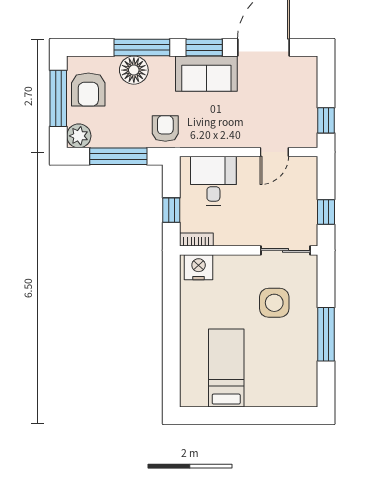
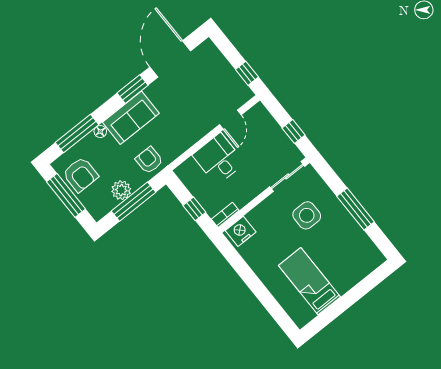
window: (142, 47) -> (77, 134), moved
floor lamp: (134, 70) -> (100, 132), width x0.53, depth x0.53
sofa: (206, 74) -> (131, 118), moved
plant: (79, 136) -> (121, 190), moved
desk: (213, 181) -> (218, 159), moved

